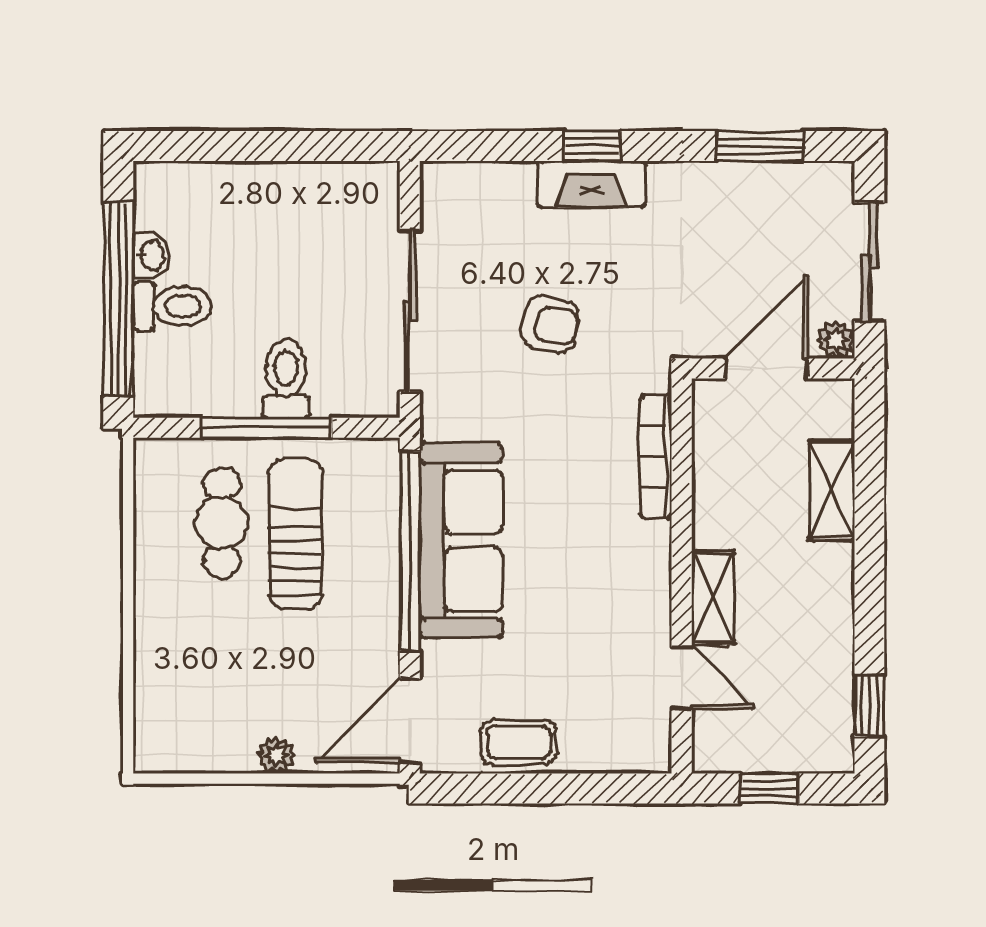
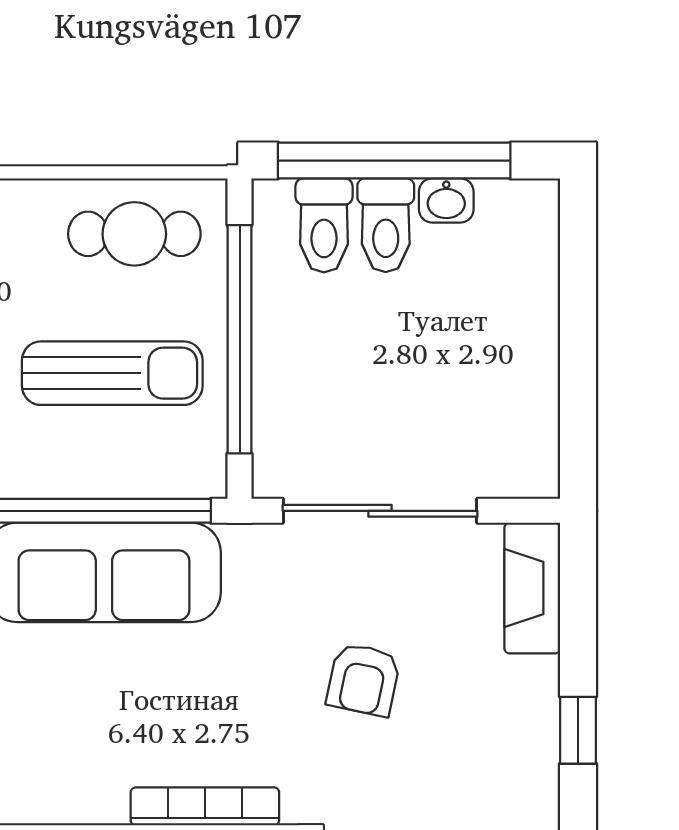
fireplace: (591, 184) -> (532, 588), moved
toilet: (286, 379) -> (324, 225), moved, turned 90
window: (267, 428) -> (240, 339), width x1.46
cafe table: (222, 523) -> (134, 234), moved

